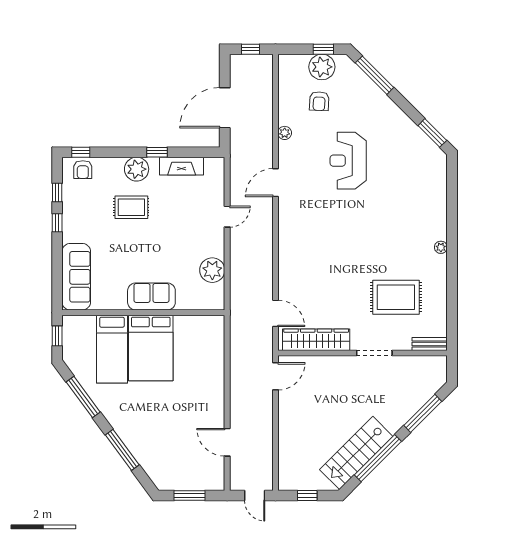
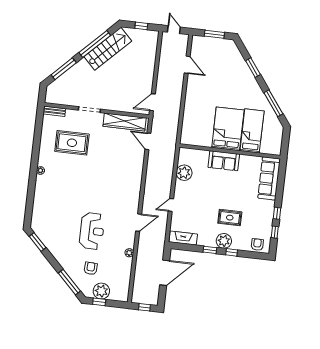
armchair: (319, 101) -> (91, 268), moved
window: (81, 152) -> (232, 252), moved
fireplace: (182, 166) -> (183, 238), moved
window: (57, 336) -> (285, 143), removed
window: (122, 450) -> (253, 68), width x0.69

